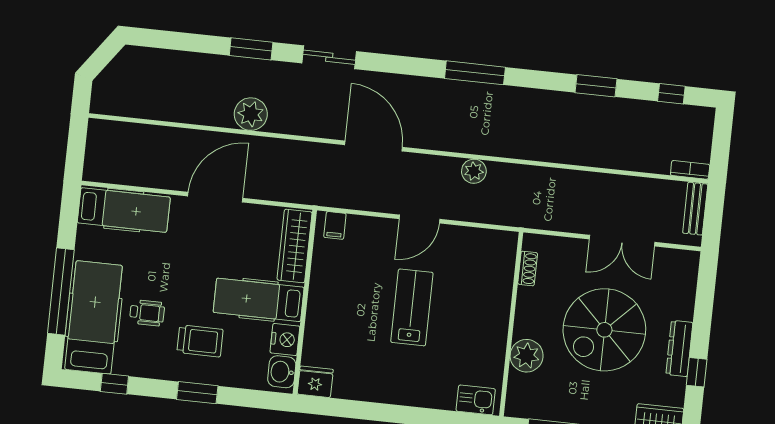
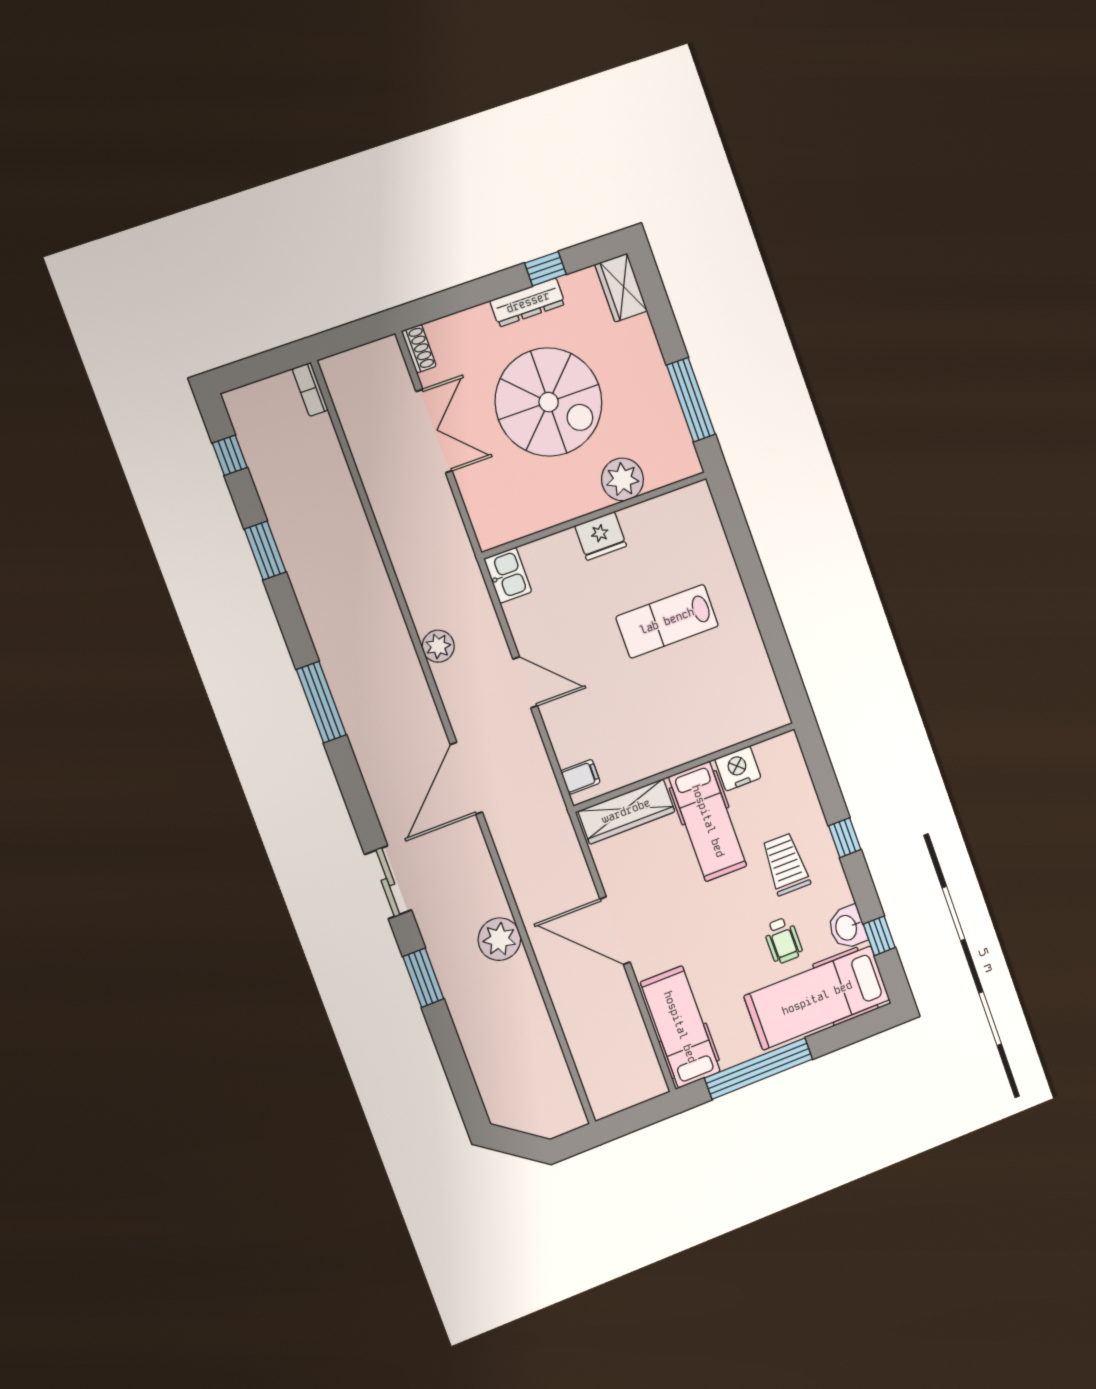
bench: (695, 209) -> (353, 361), removed
shoe rack: (528, 268) -> (419, 349), moved, turned 90
window: (61, 291) -> (759, 1069), moved
lab bench: (412, 307) -> (667, 621), moved
wheelchair: (147, 313) -> (783, 940), turned 180
washbasin: (282, 372) -> (847, 927), moved, turned 90
fridge: (315, 382) -> (601, 536), moved, turned -90
window: (197, 393) -> (845, 838), width x0.67
kitchen sink: (476, 400) -> (508, 575), moved, turned 180

